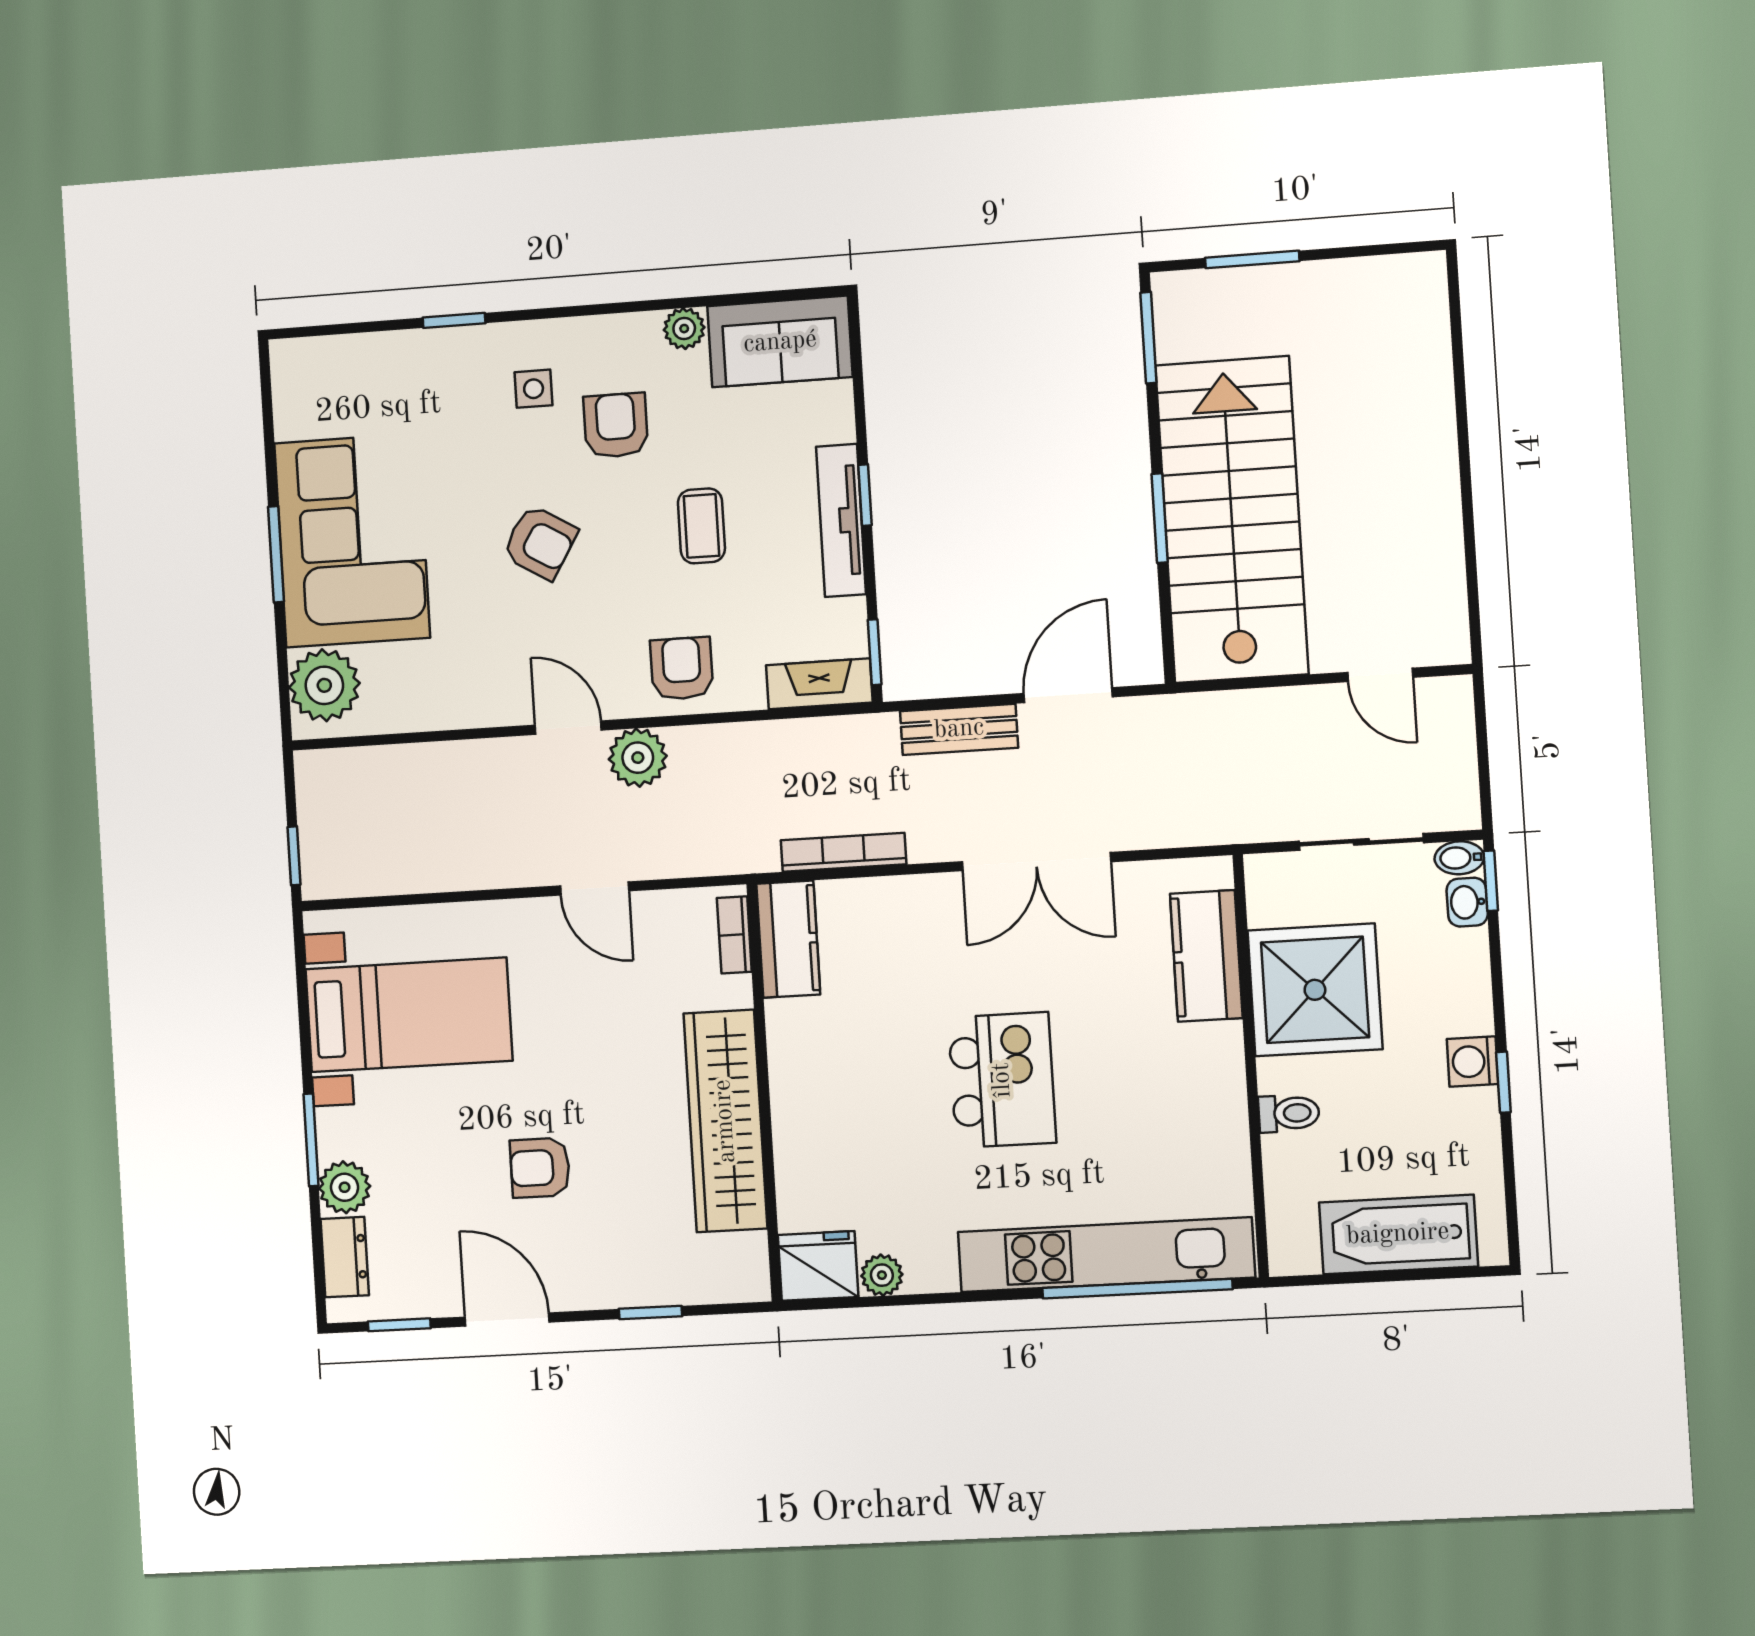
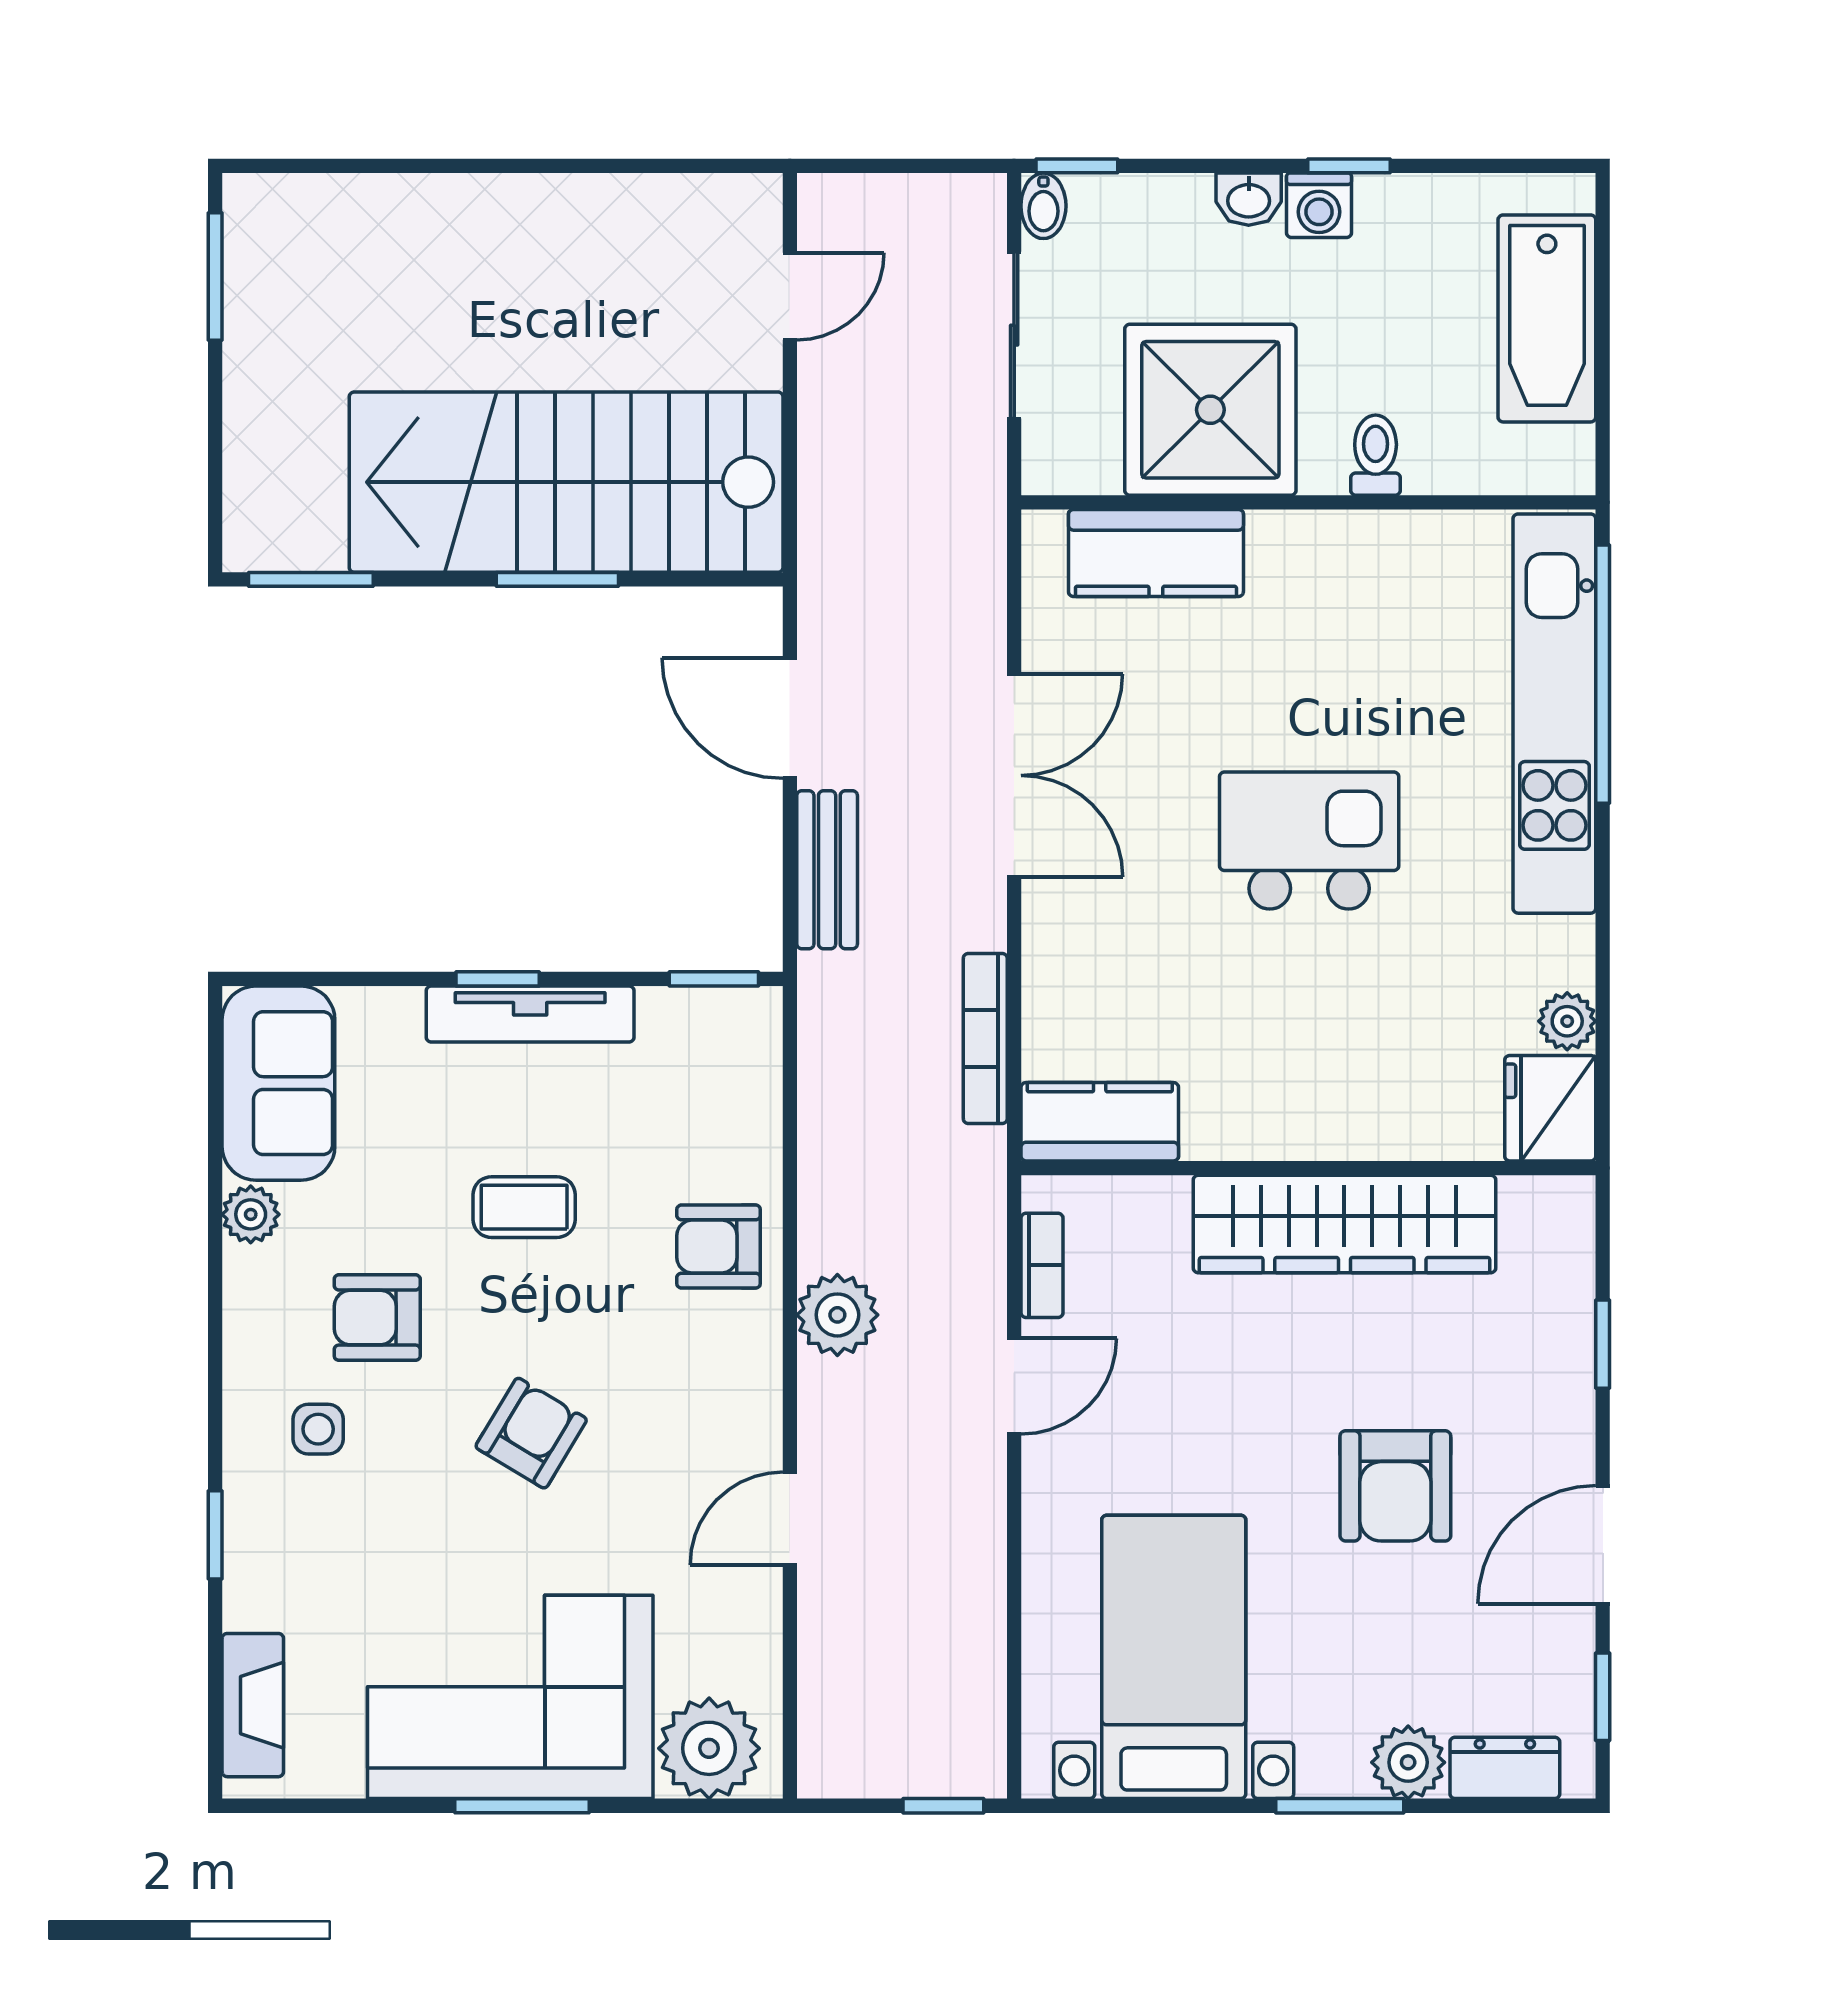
window: (1252, 259) -> (215, 277), moved
fireplace: (819, 684) -> (253, 1705), moved, turned 180
door: (568, 728) -> (790, 1518), moved
washbasin: (1467, 902) -> (1249, 199), moved
bookcase: (734, 935) -> (1042, 1265), moved, turned -90
armchair: (540, 1168) -> (1395, 1486), width x1.38, depth x1.38

